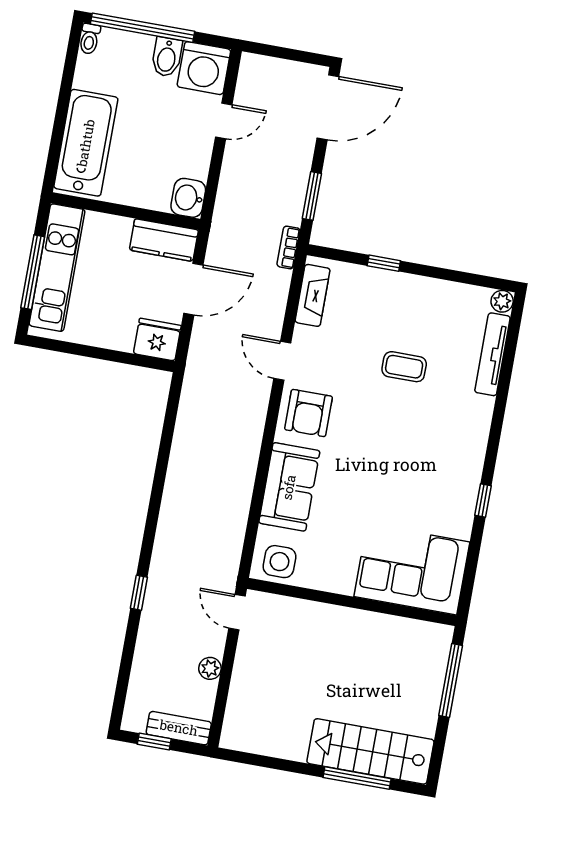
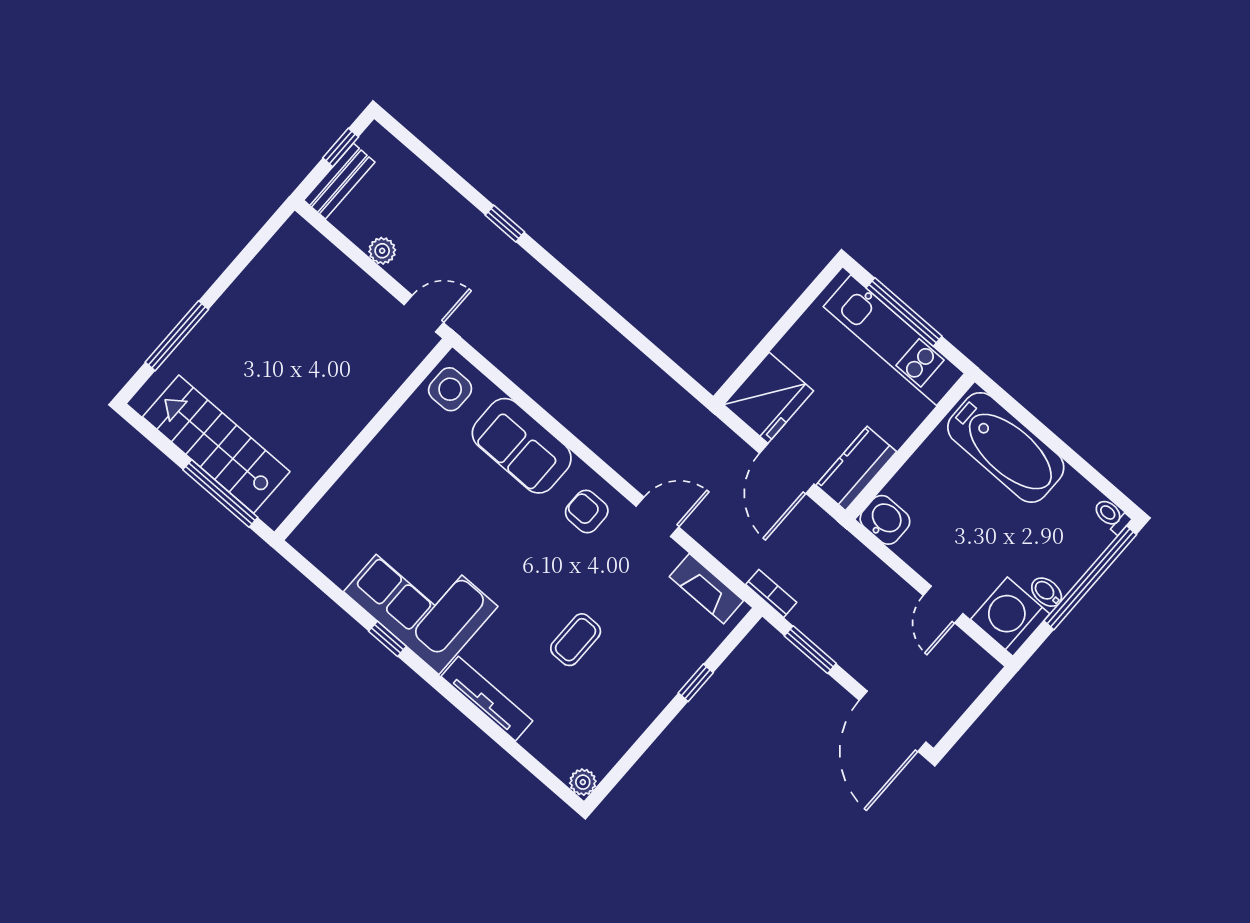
bidet: (167, 57) -> (1047, 592), width x0.72, depth x0.74
fridge: (157, 339) -> (769, 398), width x1.36, depth x1.34
tv unit: (492, 354) -> (487, 699), moved
armchair: (309, 413) -> (587, 512), width x0.72, depth x0.72
corner sofa: (412, 569) -> (421, 599), moved, turned -90
stairs: (370, 751) -> (216, 444), moved, turned -90

